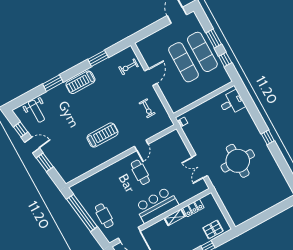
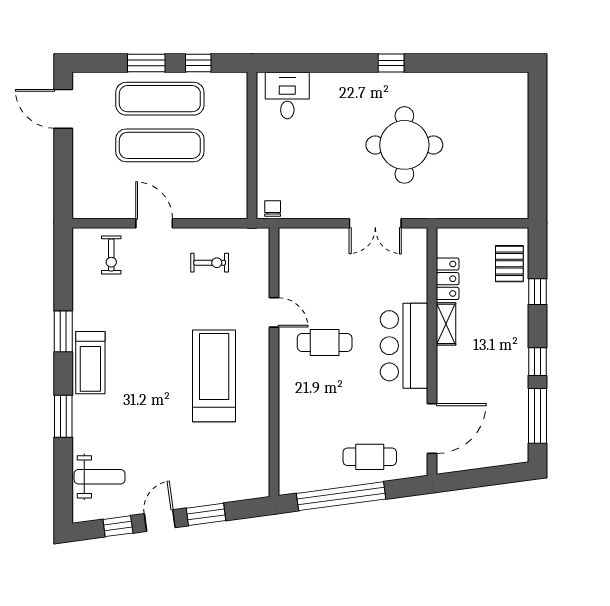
window: (98, 58) -> (63, 331), moved
treadmill: (103, 135) -> (214, 376), width x1.37, depth x1.37

